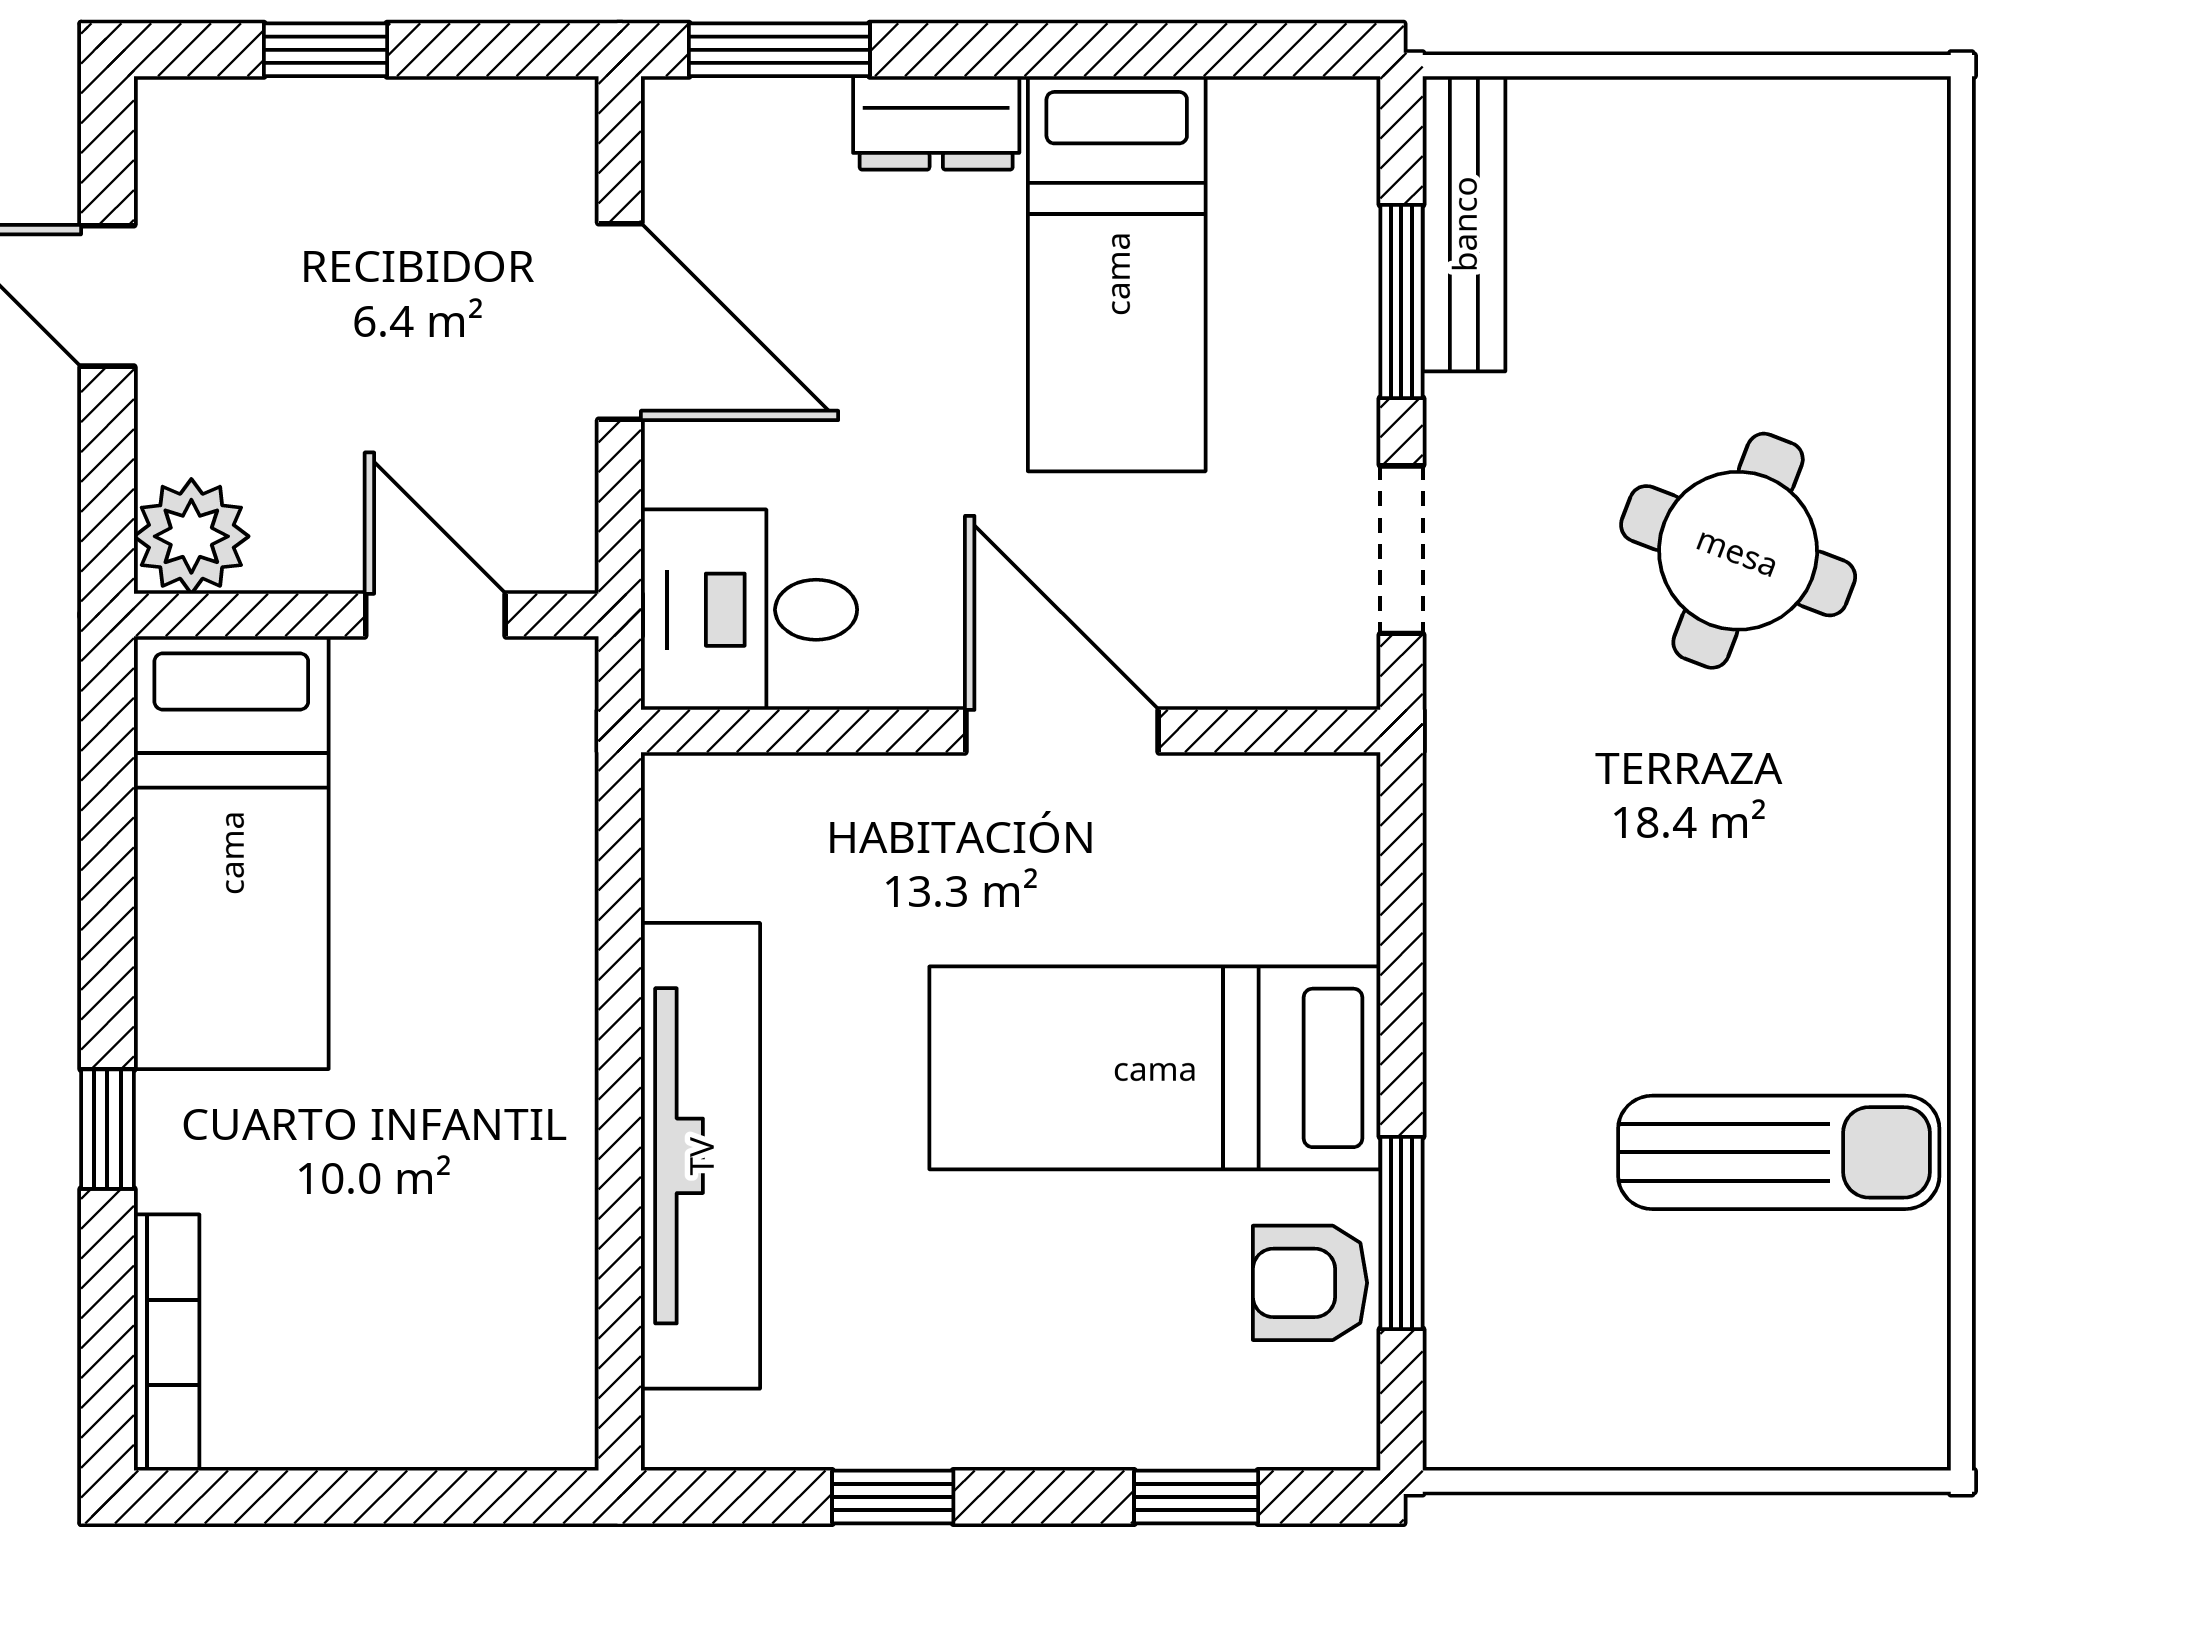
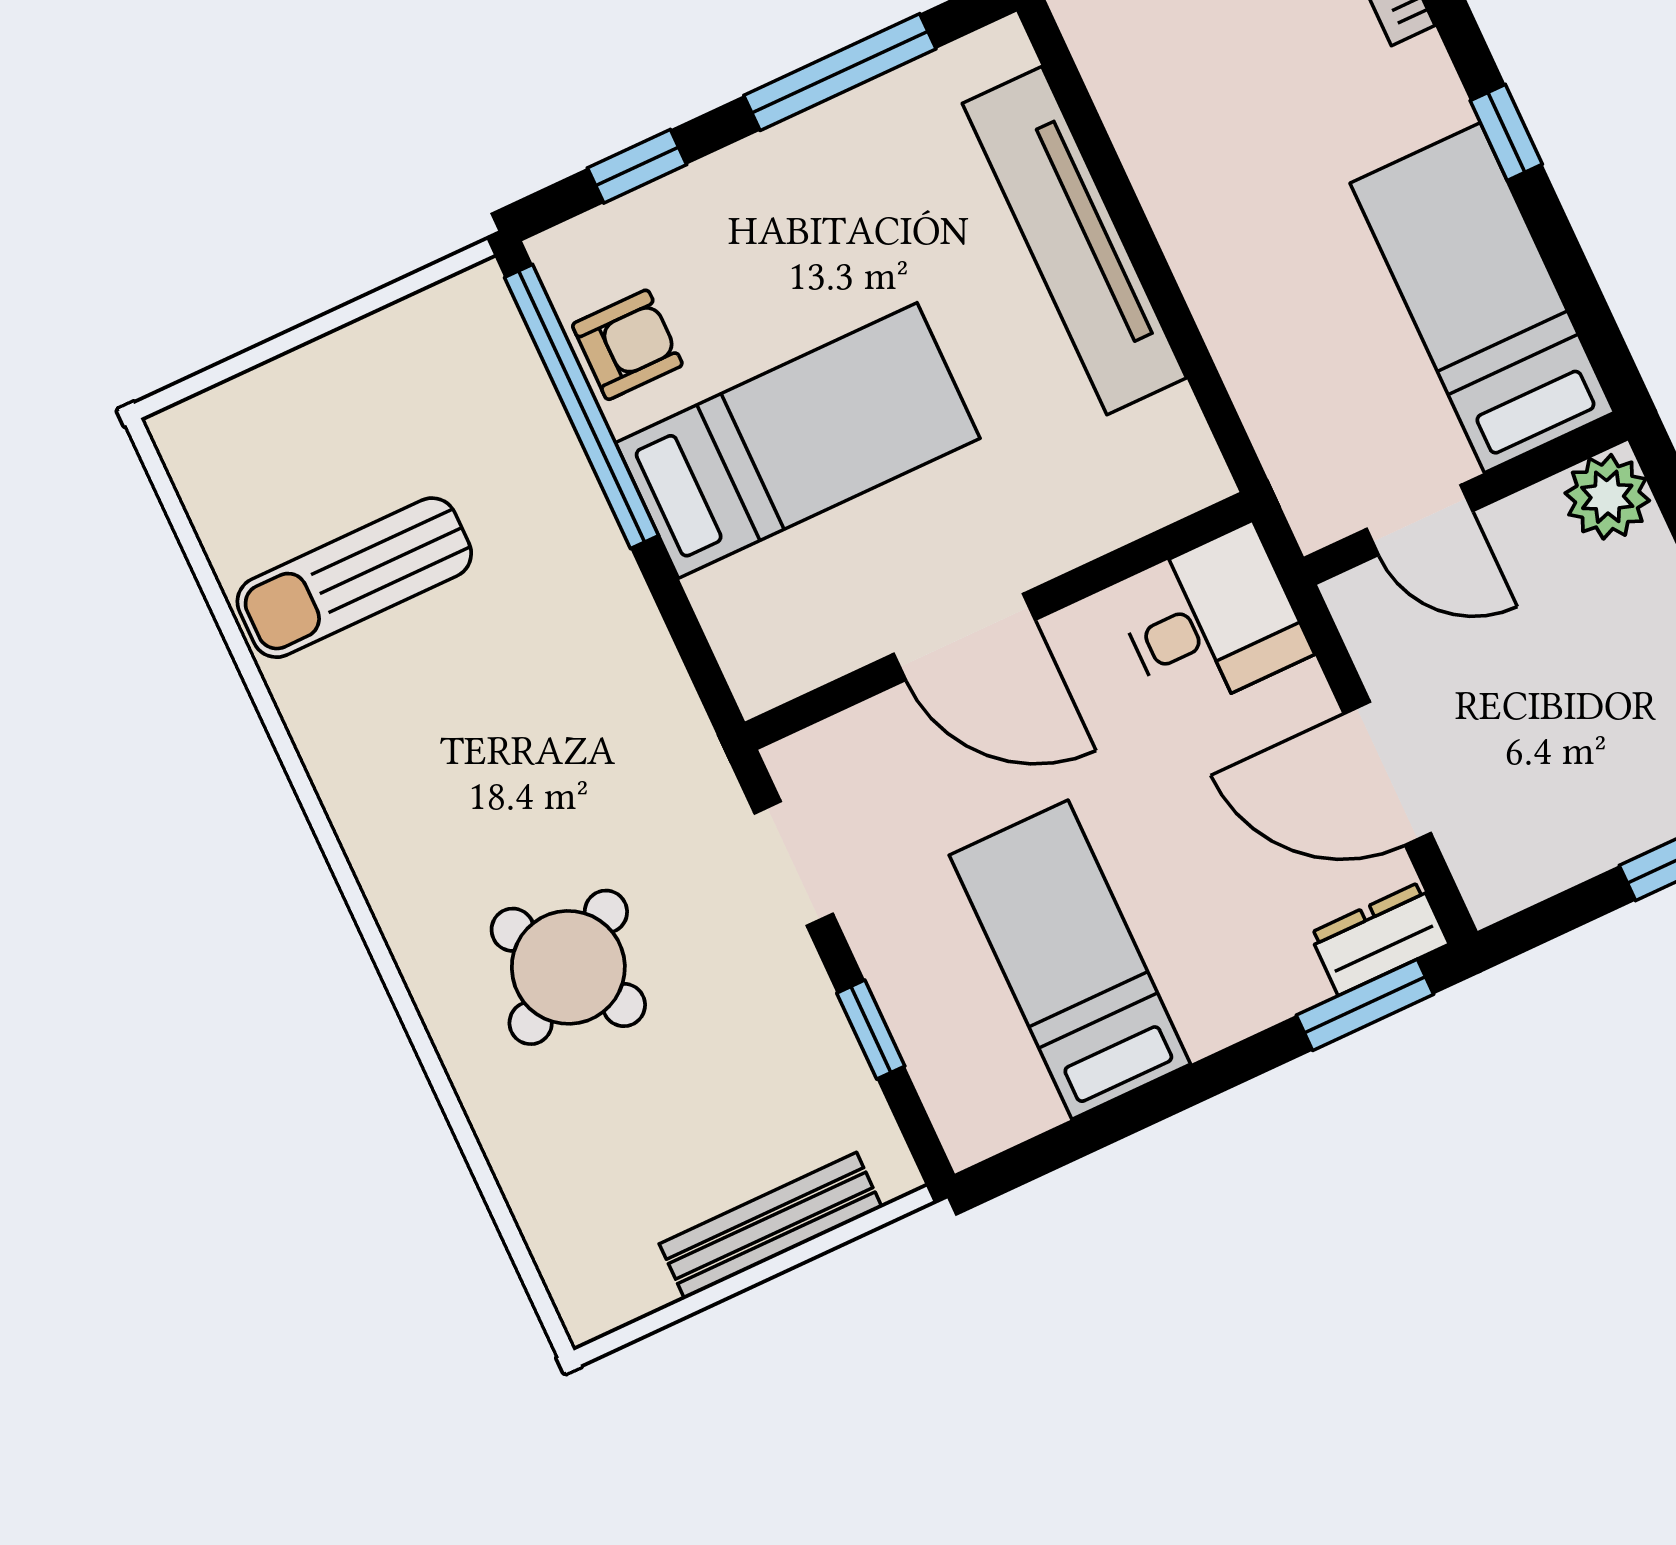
dresser: (936, 123) -> (1379, 939), moved
bench: (1464, 224) -> (771, 1226), moved, turned 90
window: (1401, 302) -> (871, 1030), width x0.67
round table: (1738, 551) -> (568, 967), turned 38
window: (107, 1129) -> (1506, 132), moved
window: (1401, 1233) -> (582, 407), width x2.11
window: (893, 1497) -> (840, 72), width x2.17

